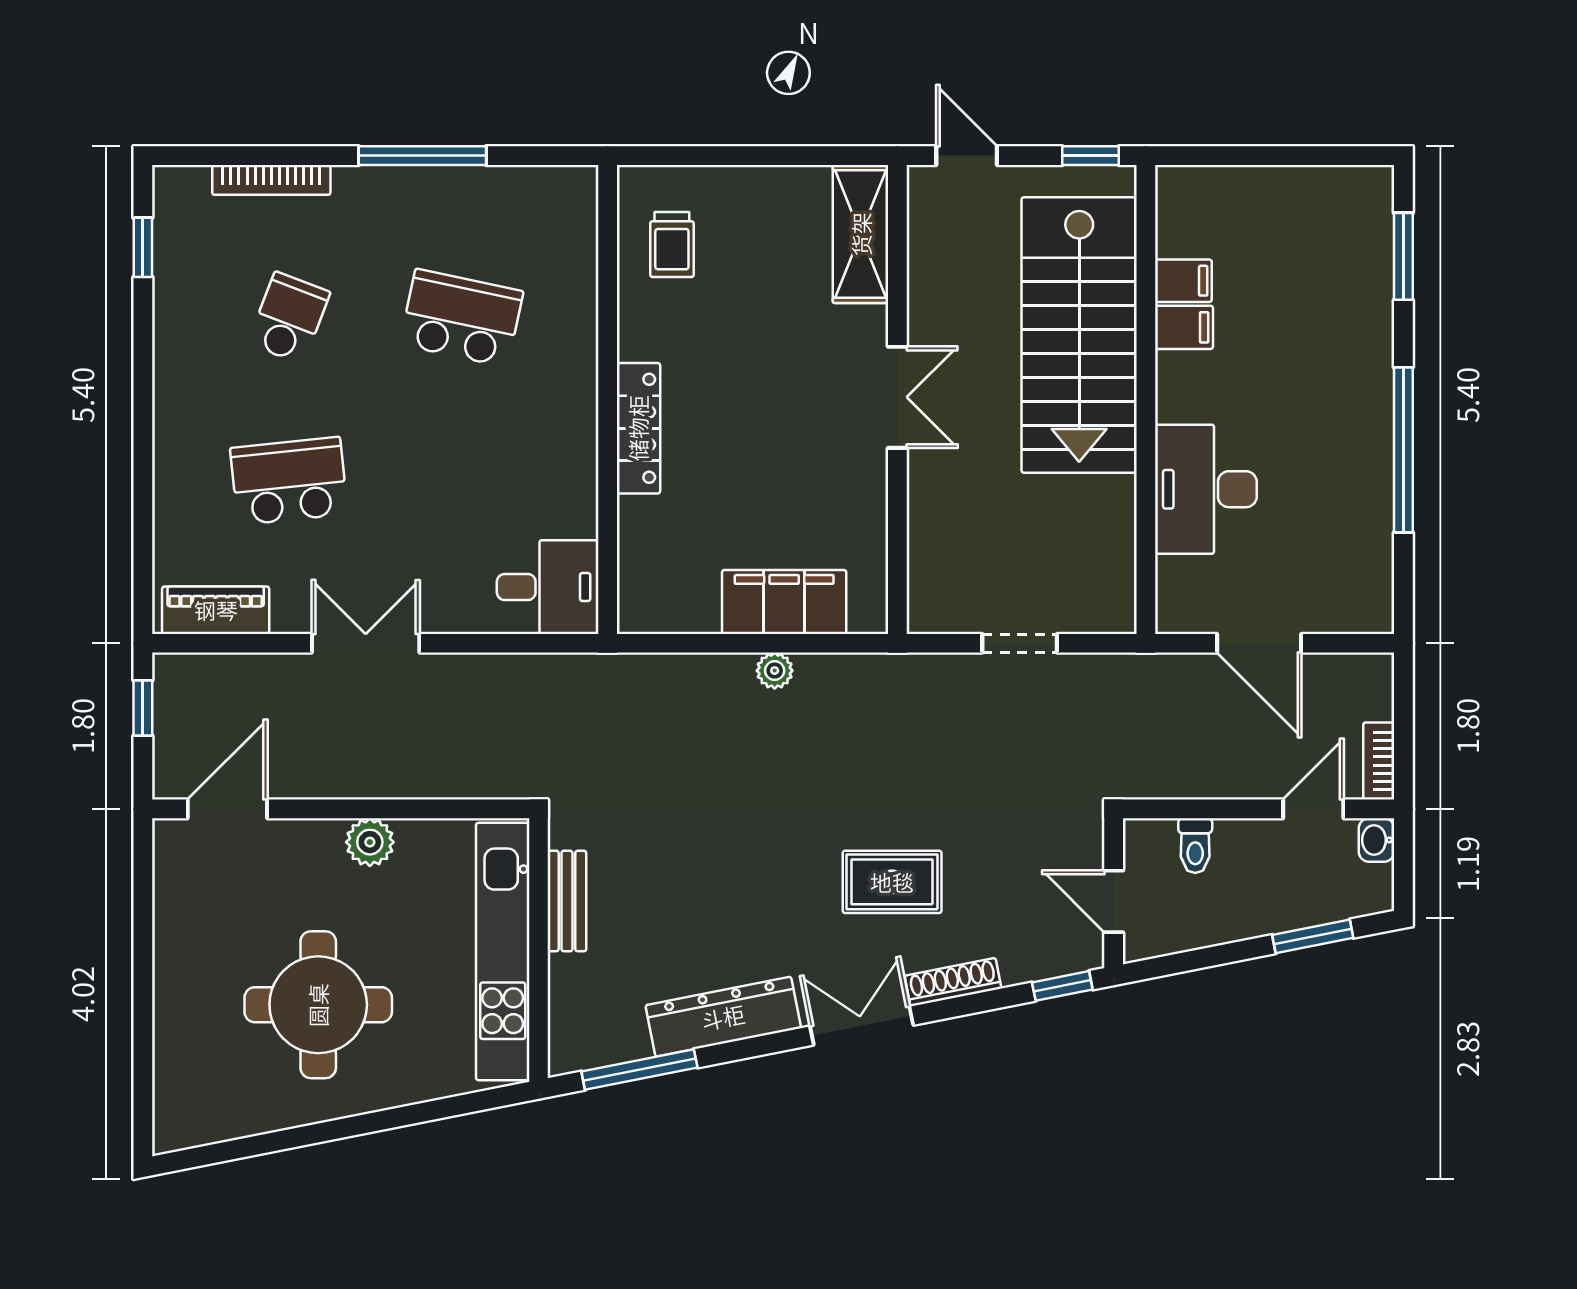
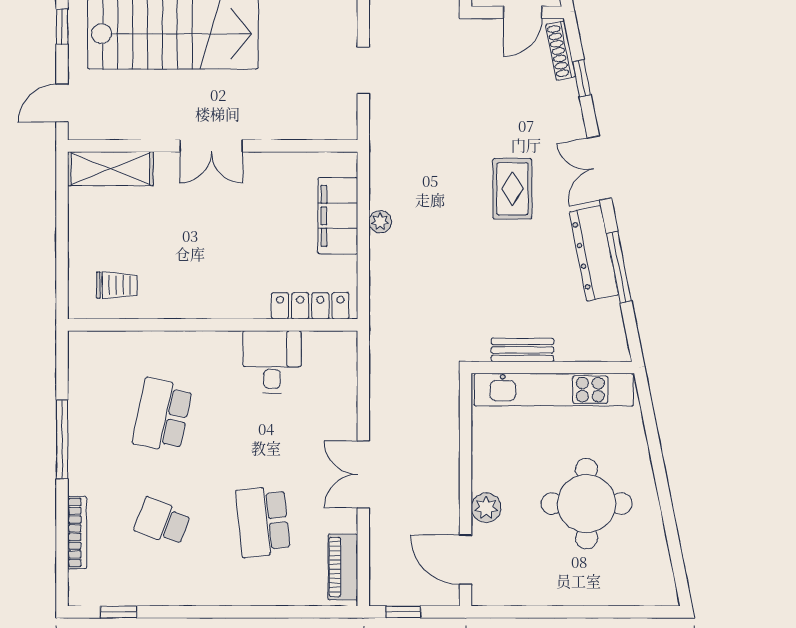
double door: (897, 397) -> (211, 146), swing flipped
locker: (638, 428) -> (310, 306), moved
desk: (548, 587) -> (272, 362), moved
plant: (370, 842) -> (486, 508), moved
rug: (892, 882) -> (512, 189), moved
shoe rack: (953, 982) -> (561, 51), moved
window: (1062, 986) -> (582, 78), moved
window: (639, 1070) -> (619, 267), moved

